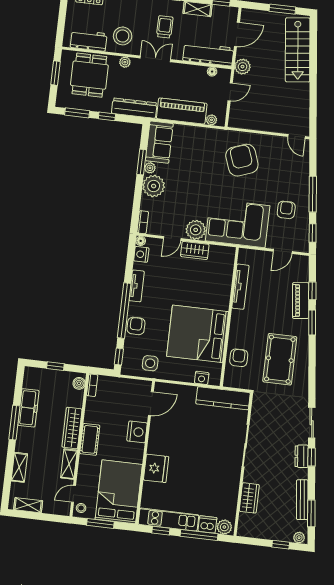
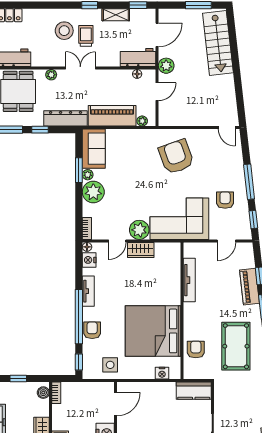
stool: (123, 36) -> (64, 31), moved
workbench: (208, 54) -> (138, 58), width x0.73
kitchen counter: (223, 398) -> (194, 391), width x0.67

